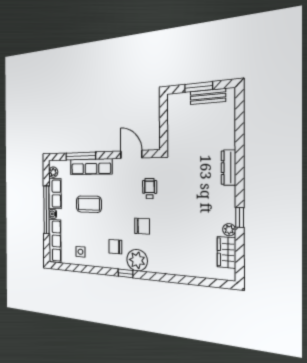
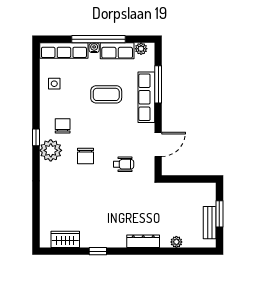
coffee table: (89, 204) -> (106, 94), turned 90
plant: (229, 230) -> (176, 242), moved

